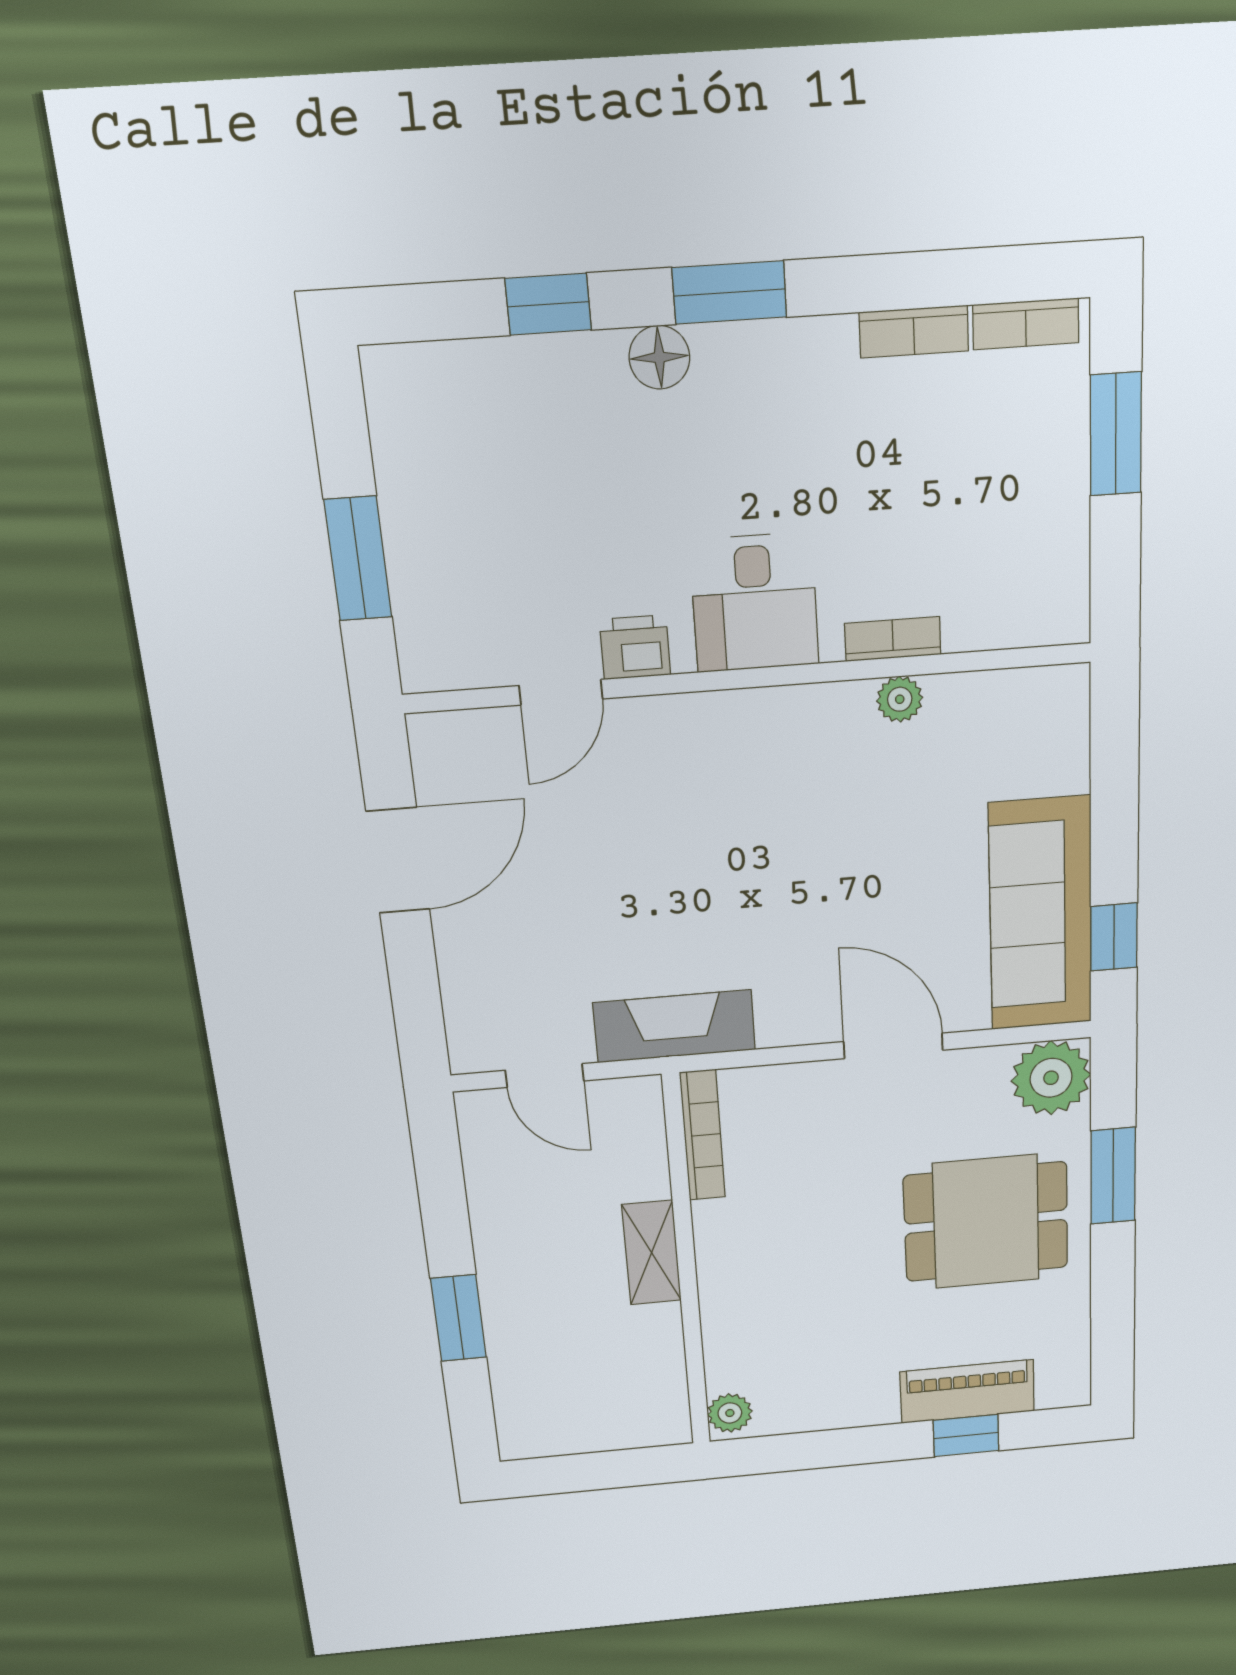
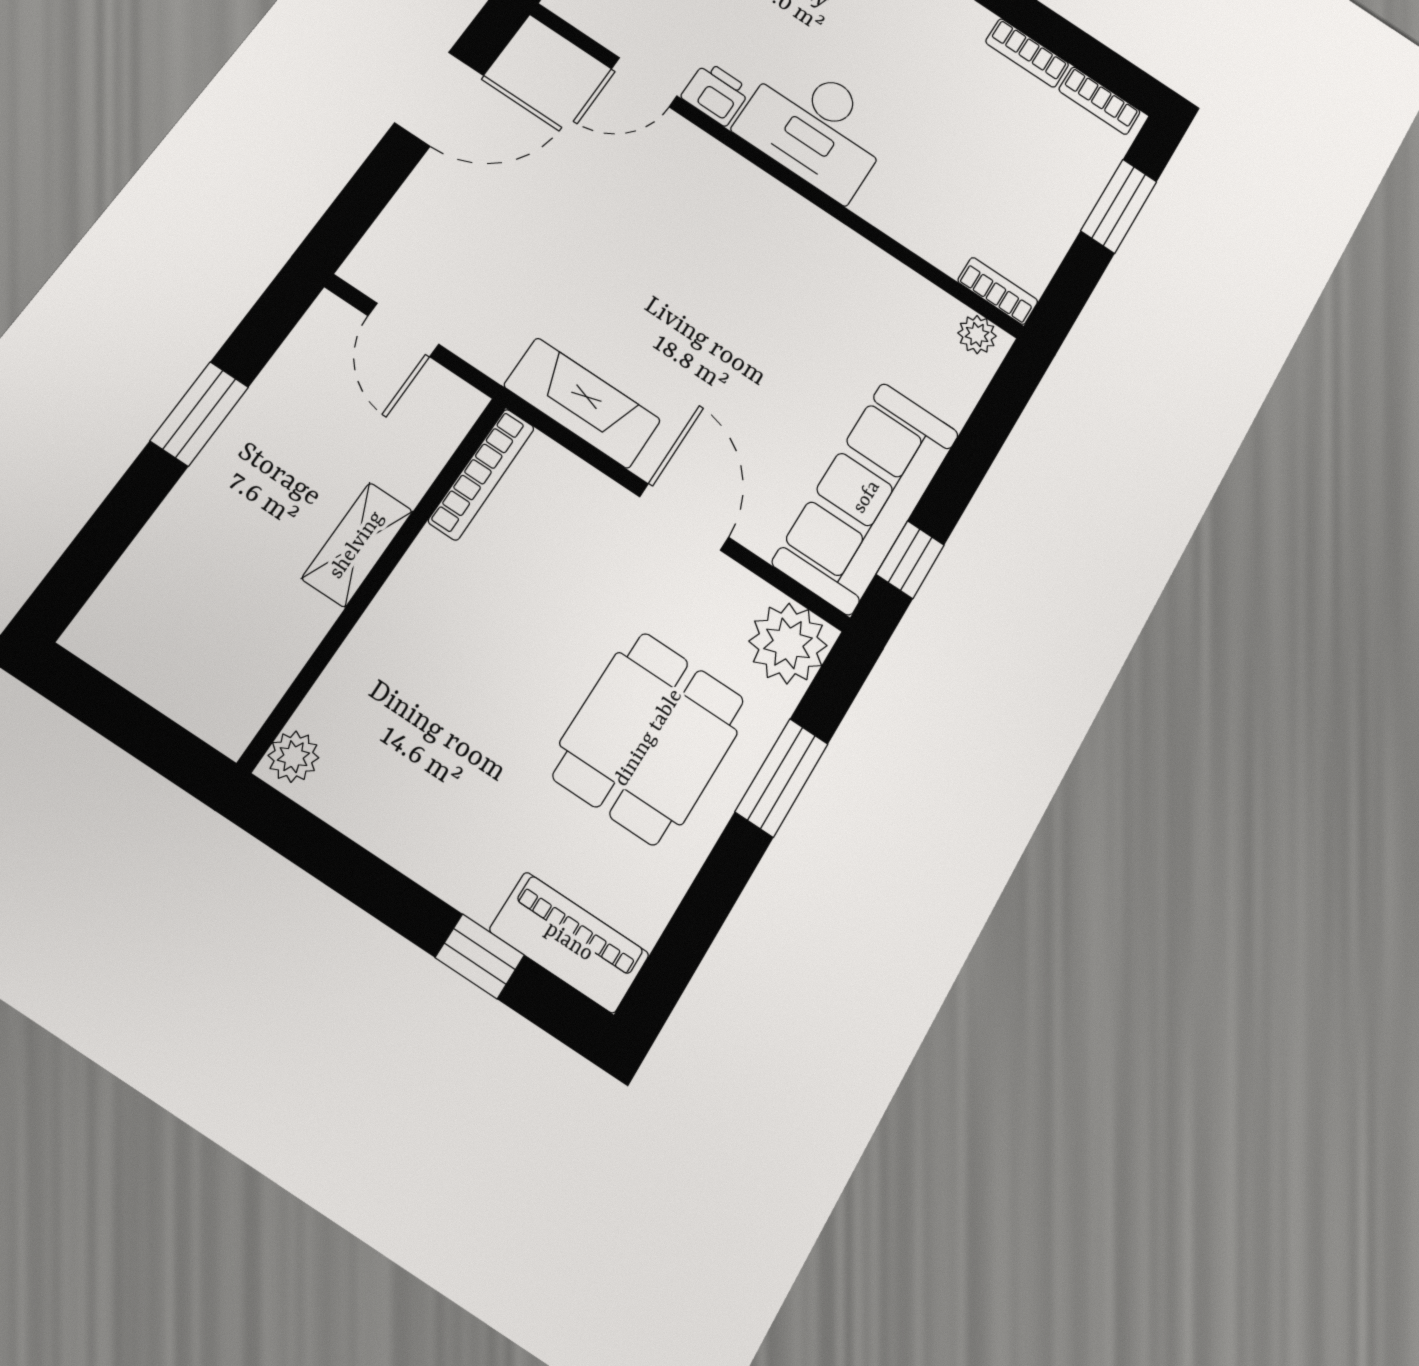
desk: (755, 603) -> (815, 127), width x1.37
bookcase: (893, 639) -> (998, 291), moved
plant: (900, 699) -> (977, 335), moved
fireplace: (674, 1026) -> (582, 403), moved
dining table: (986, 1222) -> (649, 738), turned 90
window: (458, 1318) -> (199, 414), moved
piano: (967, 1391) -> (569, 942), moved

